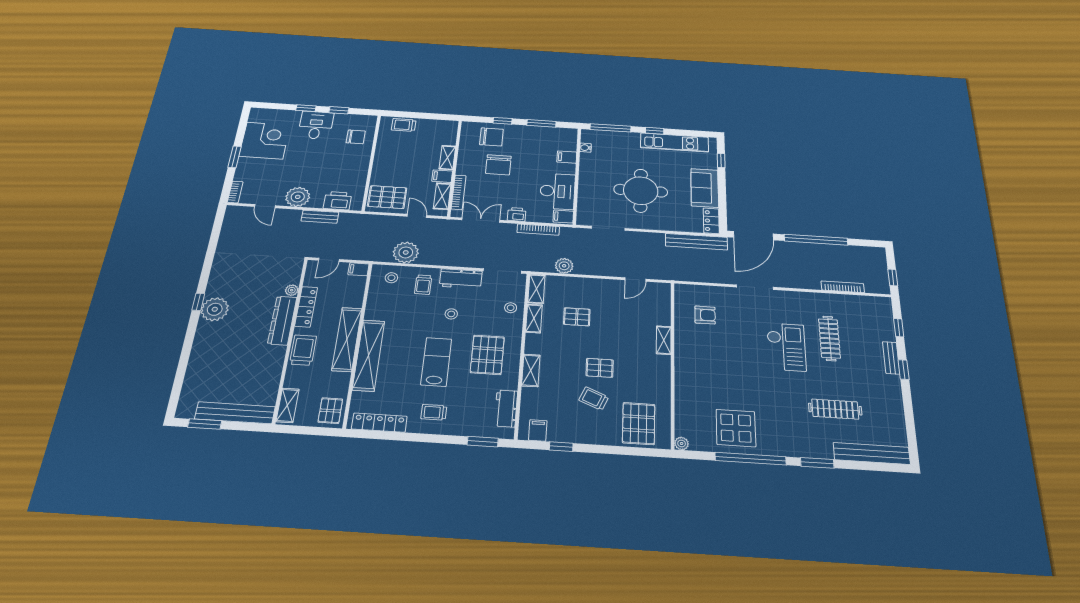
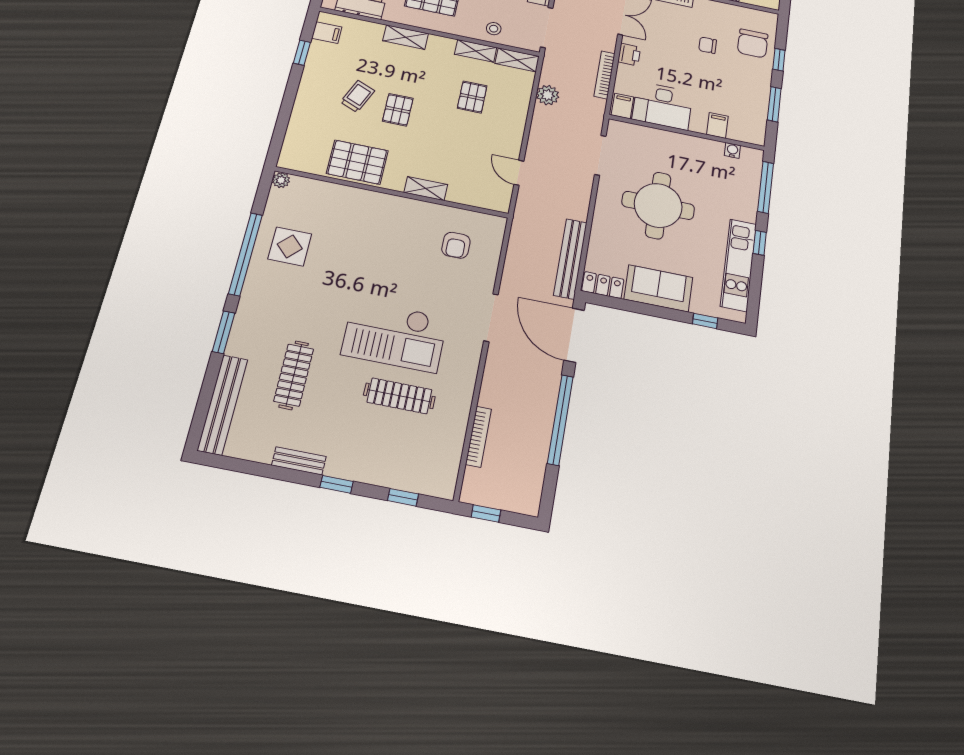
chair: (498, 165) -> (708, 45), width x0.54, depth x0.54
checkout: (786, 347) -> (395, 336), width x1.36, depth x1.21
bench: (891, 358) -> (299, 461), moved
pallet: (639, 424) -> (357, 162), moved
display table: (736, 428) -> (290, 246), width x0.73, depth x0.73

